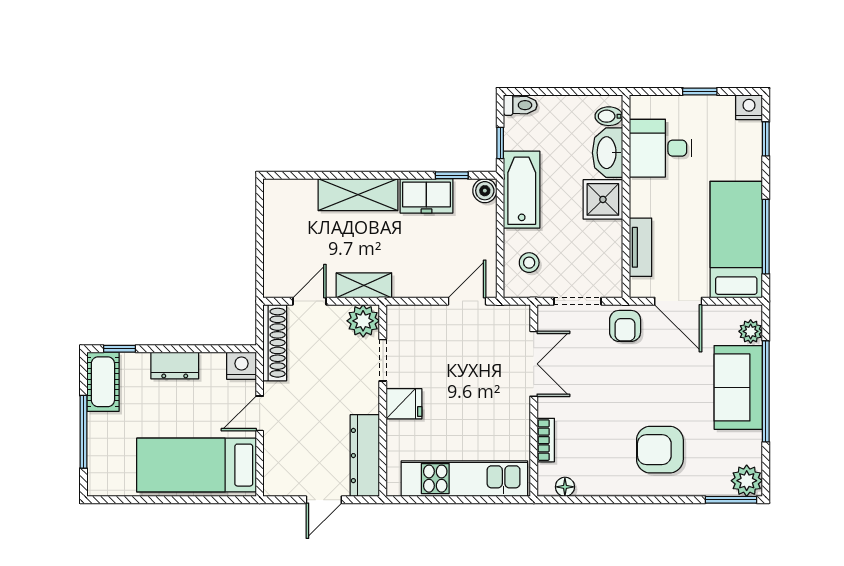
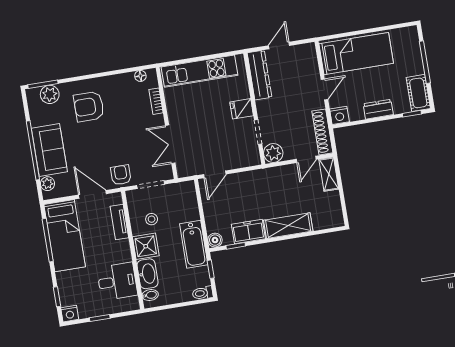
stool: (529, 263) -> (152, 219), moved
shelving: (364, 285) -> (329, 174), moved, turned 90
armchair: (660, 450) -> (89, 107), turned 180
plant: (747, 481) -> (50, 94), moved

